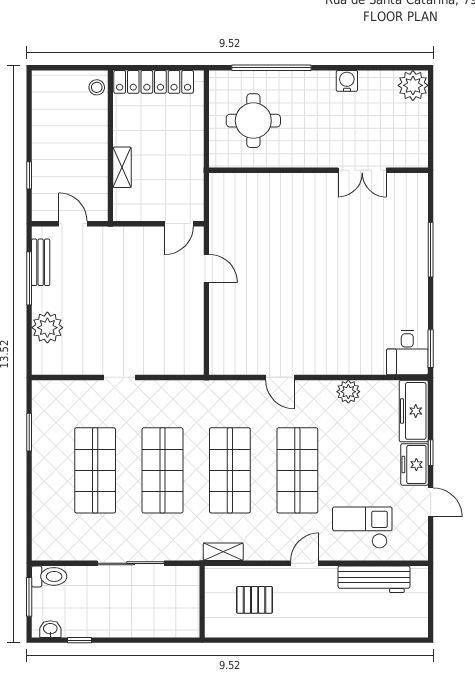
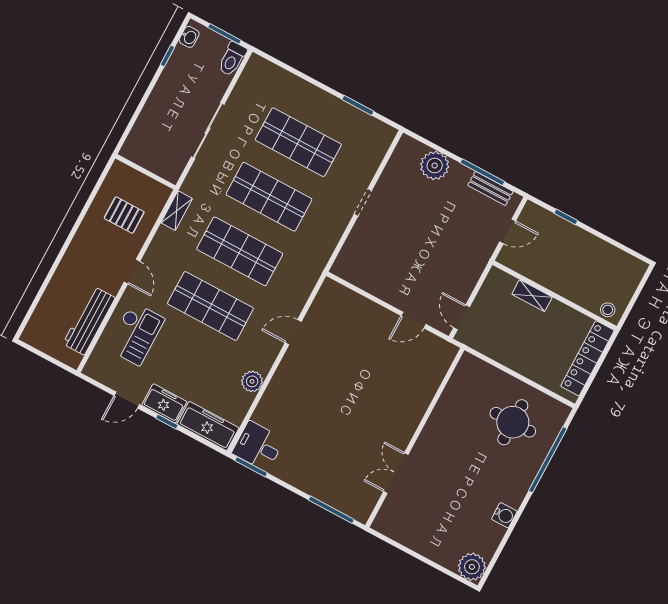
wall: (319, 170) -> (415, 438), moved
double door: (362, 170) -> (396, 473), moved
pallet: (255, 600) -> (124, 215), turned 90

